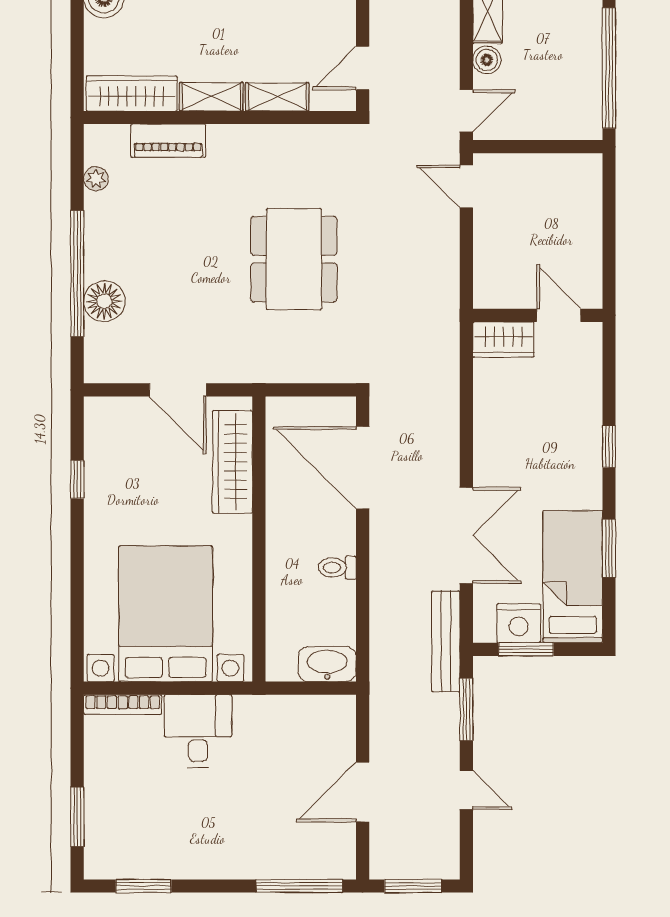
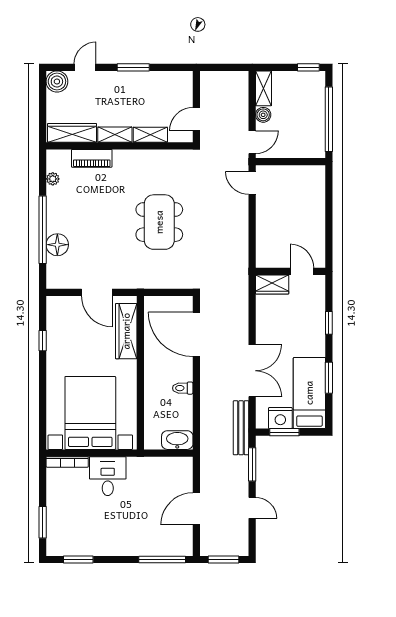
wall: (538, 315) -> (291, 271), moved
door: (559, 315) -> (302, 271), moved
wardrobe: (503, 340) -> (272, 285), moved

